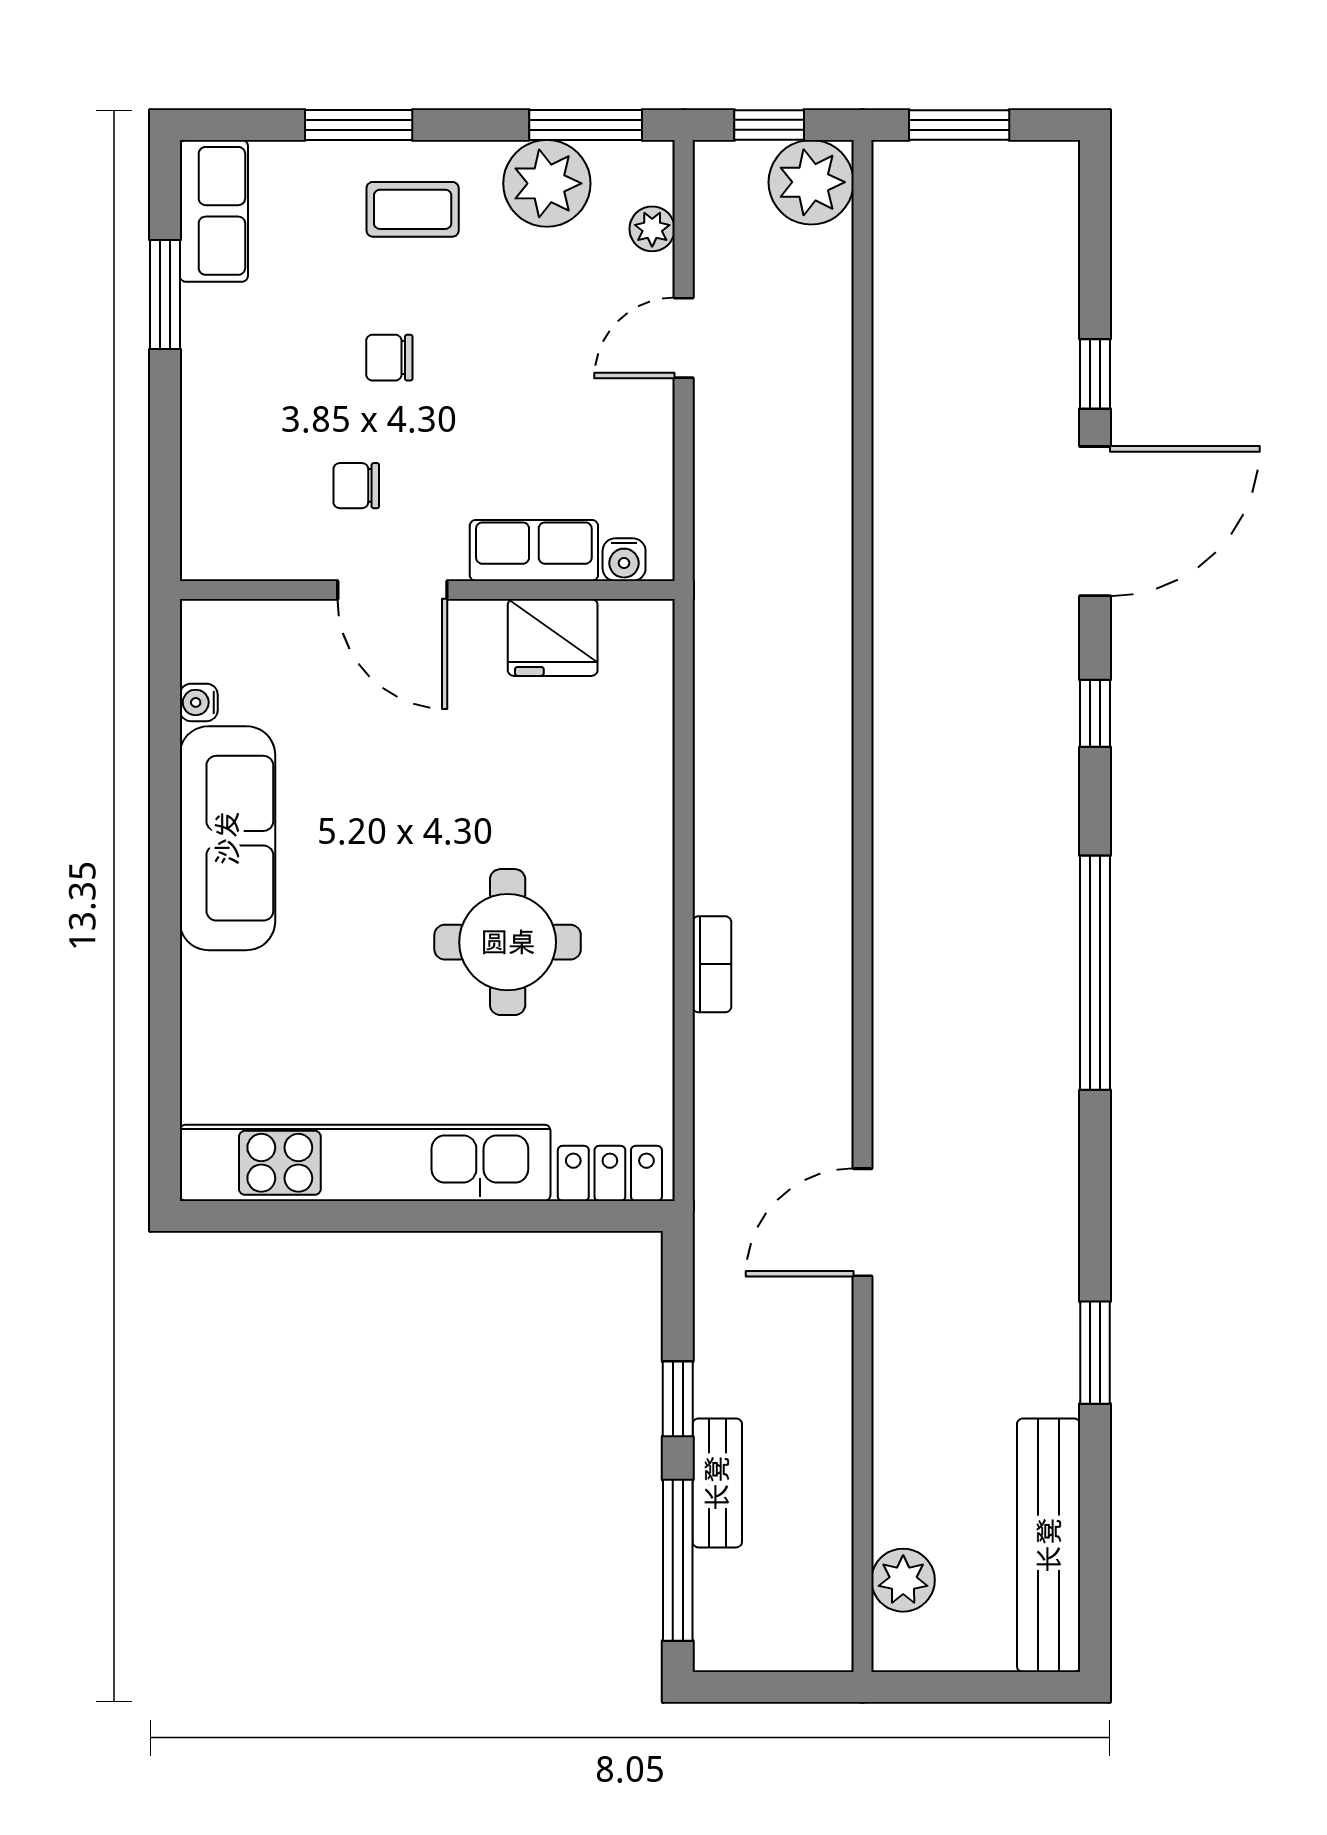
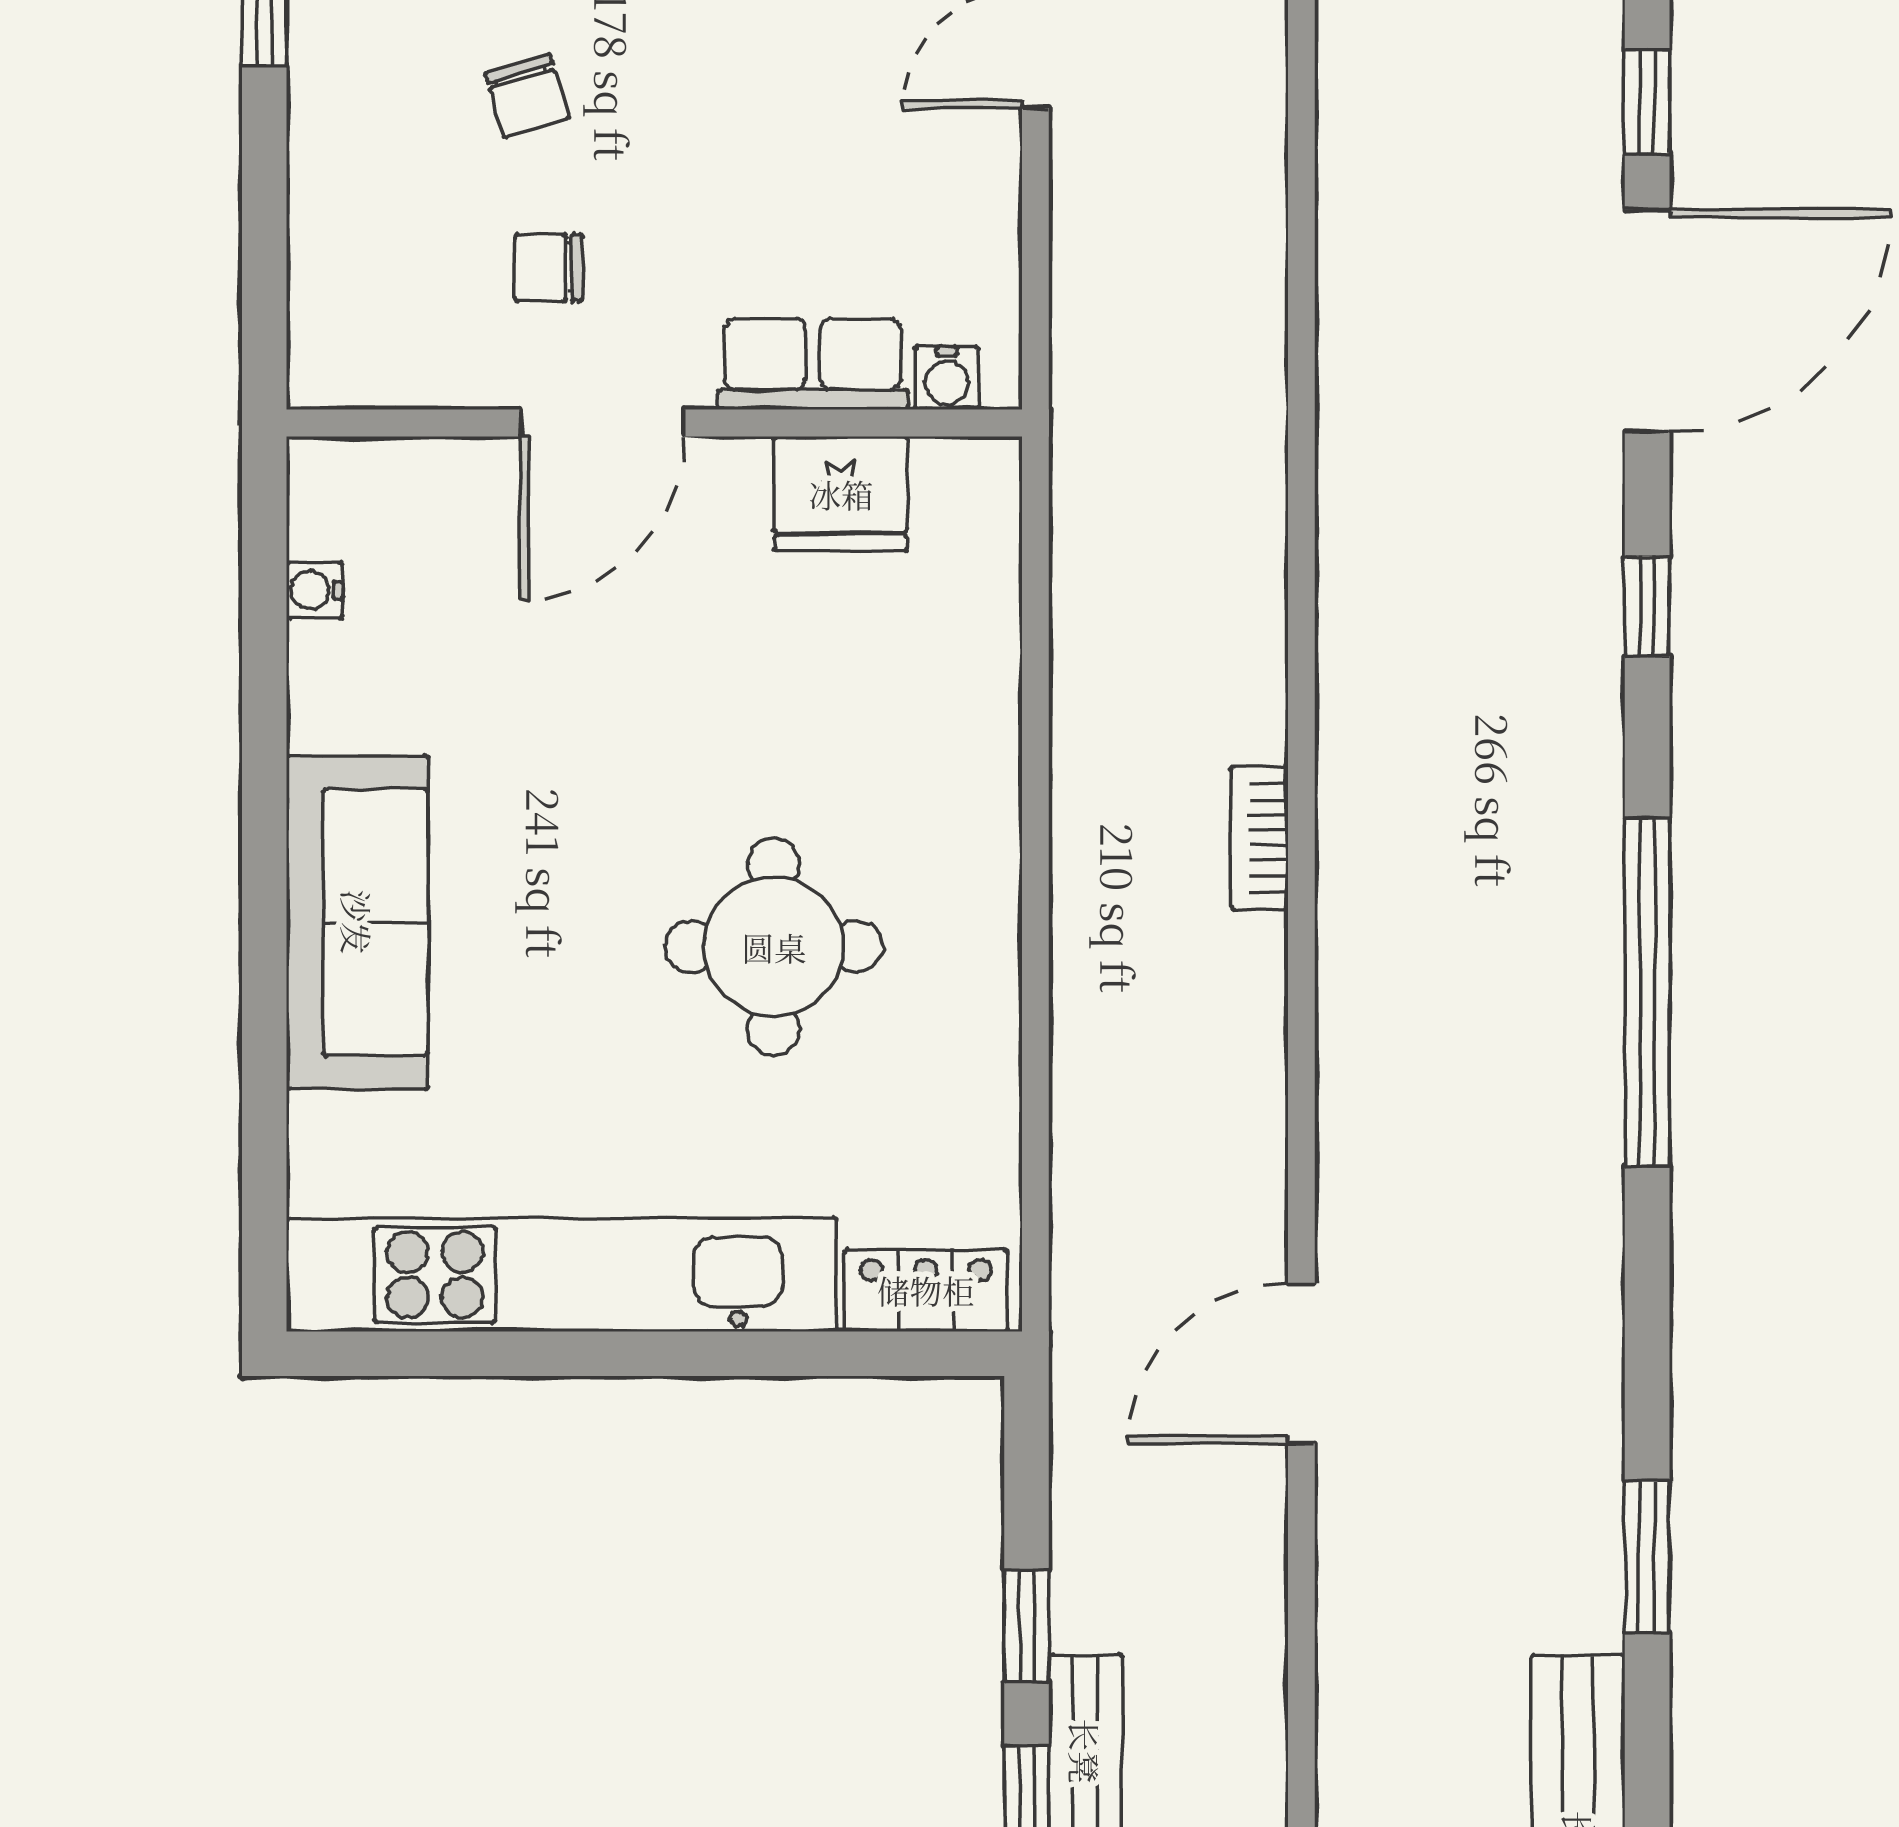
chair: (389, 358) -> (527, 96), moved, turned -107
door: (392, 590) -> (602, 423), hinge flipped
sofa: (227, 838) -> (357, 922), moved
bookcase: (712, 964) -> (1259, 838), moved, turned 180

